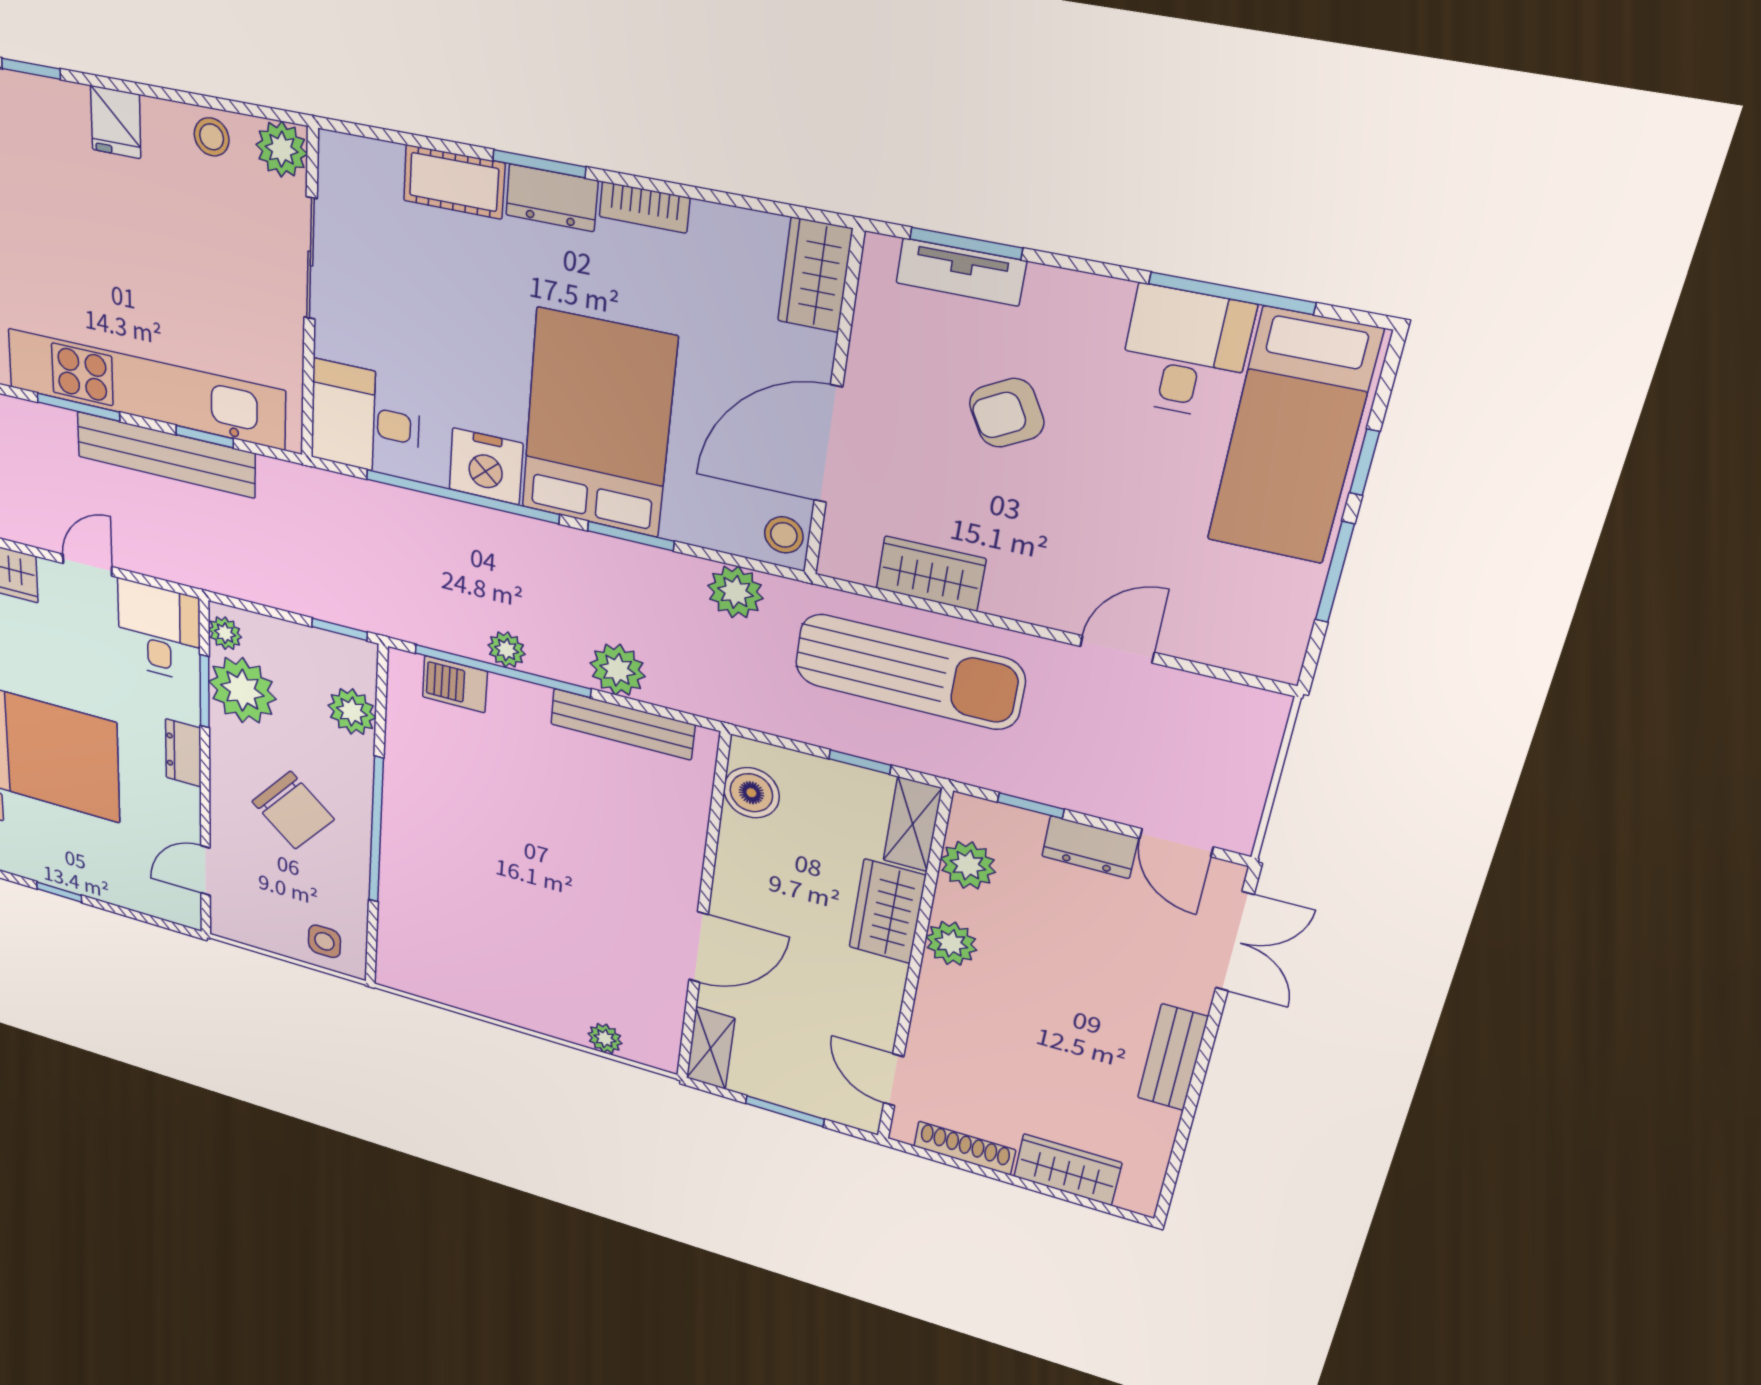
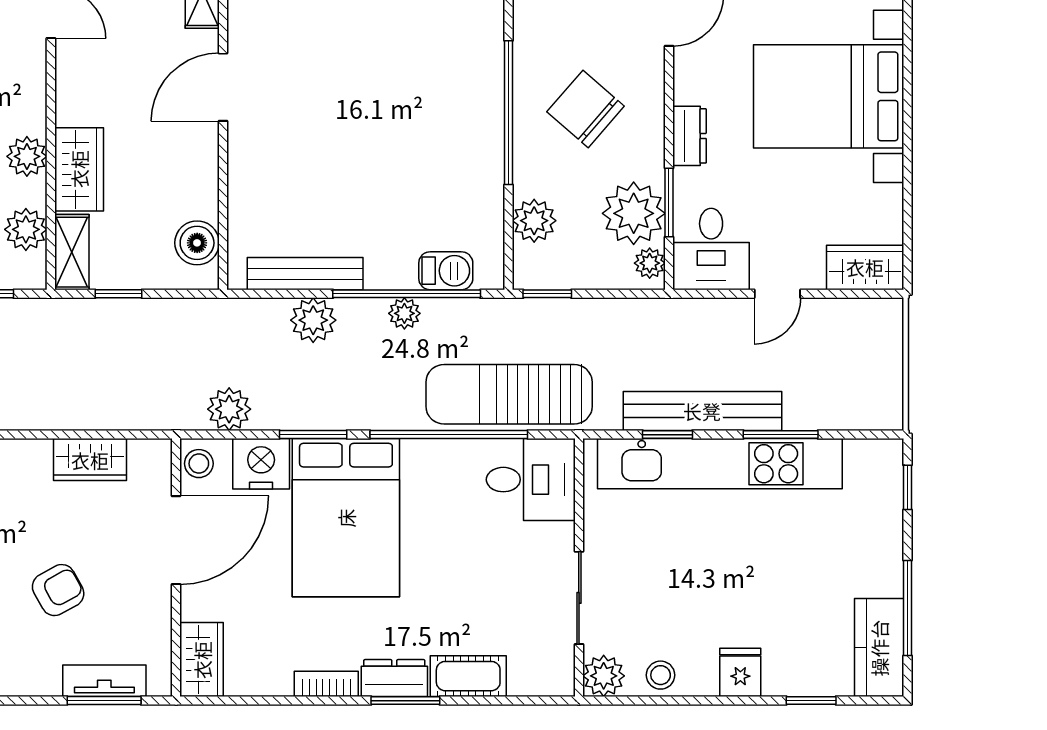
nightstand: (486, 466) -> (261, 464), moved
sun lounger: (909, 672) -> (509, 394), moved

